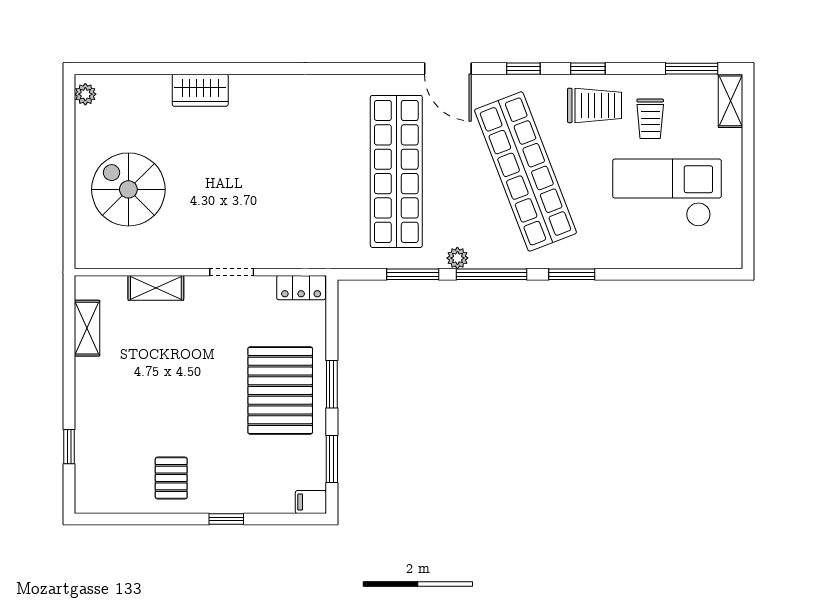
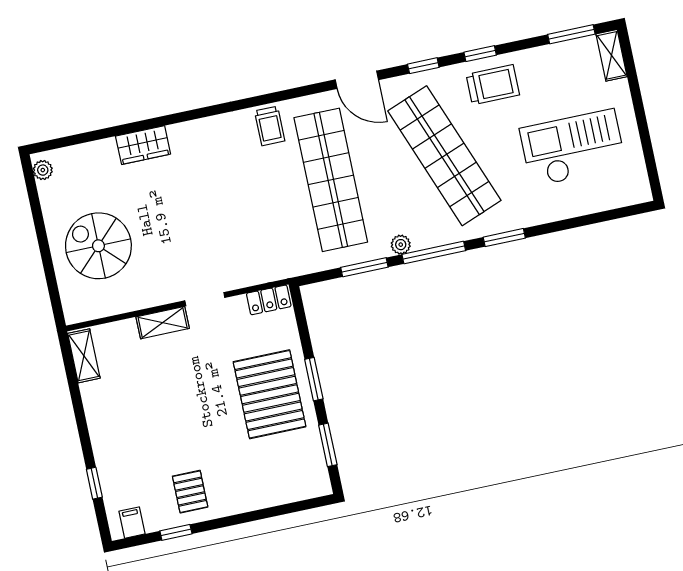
trolley: (650, 119) -> (270, 126), moved
shelving: (156, 288) -> (163, 323), moved
shelving: (87, 328) -> (84, 356), moved
filing cabinet: (311, 502) -> (132, 523), moved, turned 90
window: (226, 519) -> (176, 532), moved

